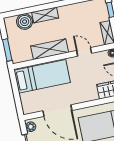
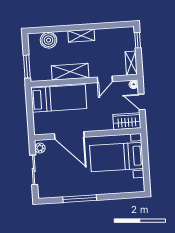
shelving: (45, 15) -> (81, 36), moved
door: (84, 52) -> (105, 79), swing flipped

